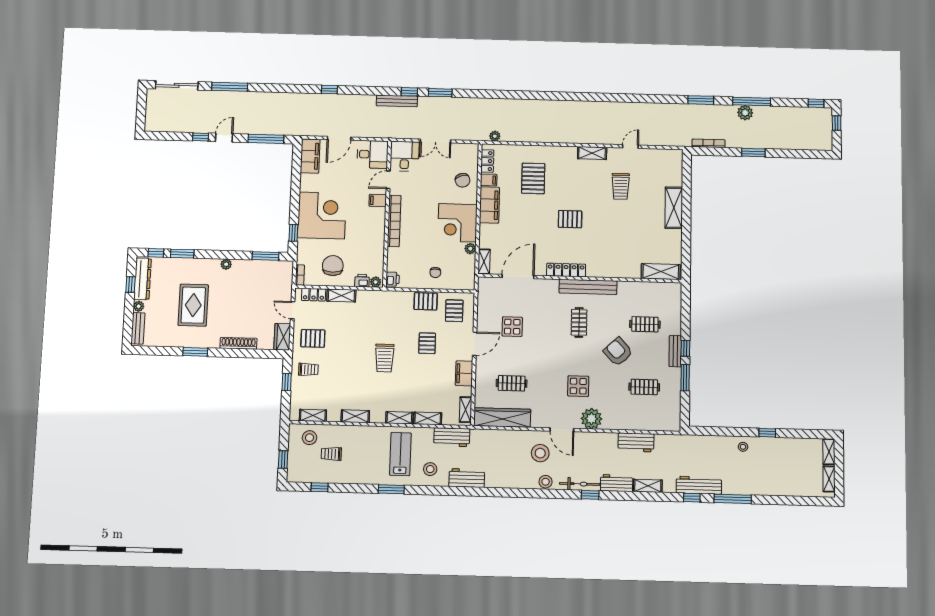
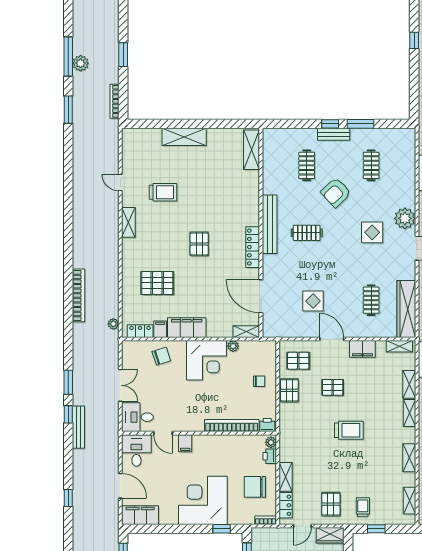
bookcase: (523, 105) -> (79, 295), added
bookcase: (394, 221) -> (232, 426), moved

